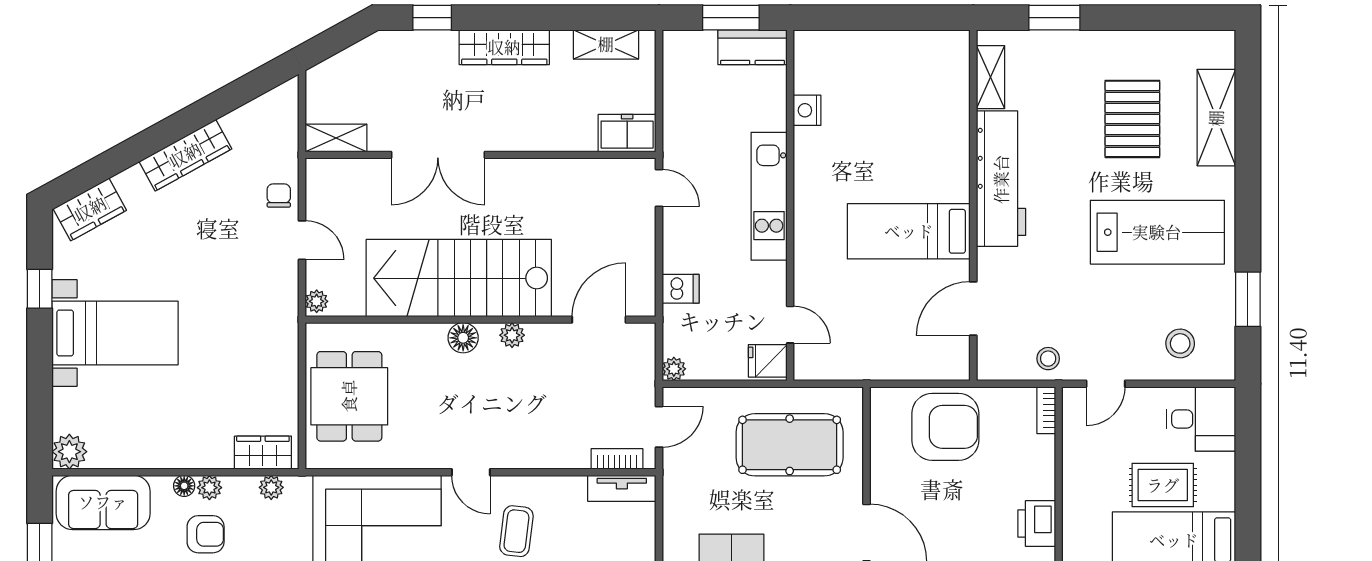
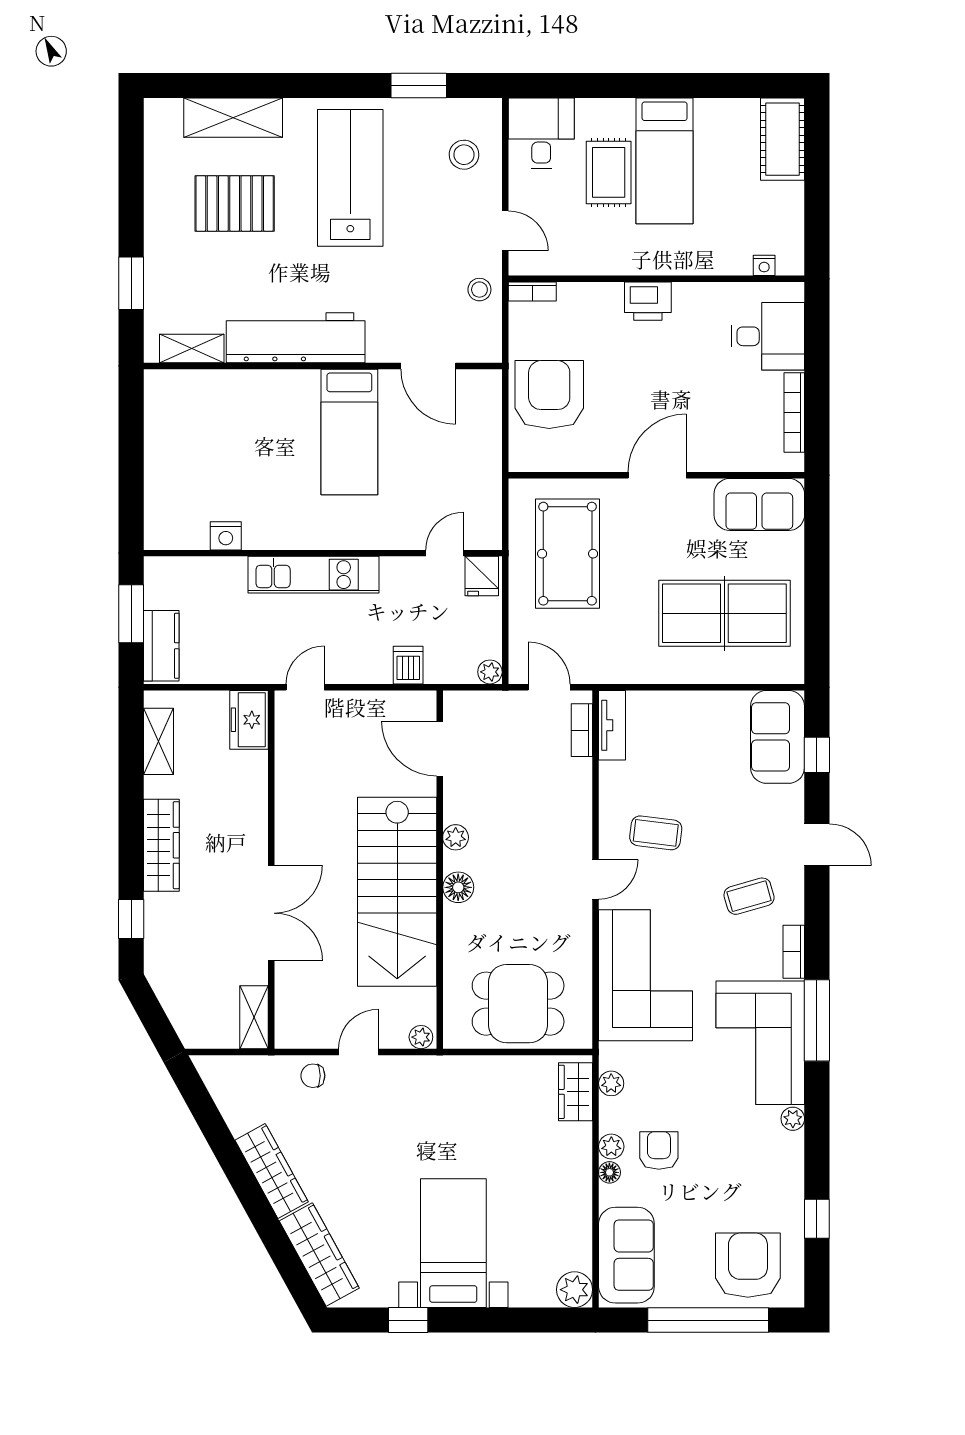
kitchen counter: (752, 47) -> (161, 646), moved
wardrobe: (90, 209) -> (319, 1255), width x1.50

